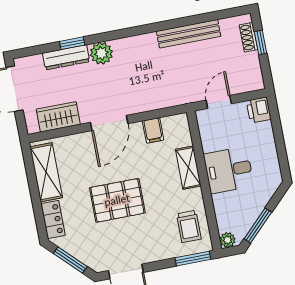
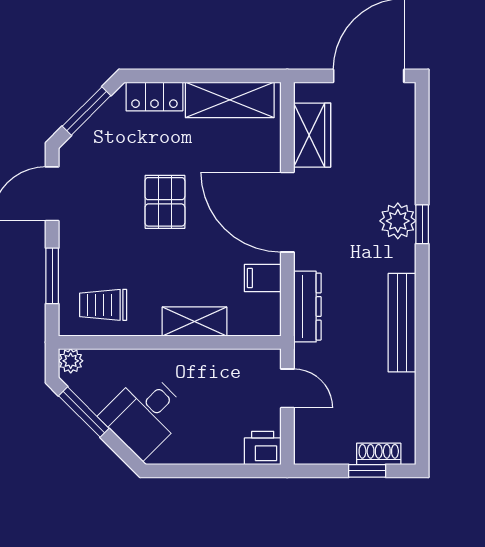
bench: (189, 34) -> (402, 323), moved
window: (72, 43) -> (422, 224), moved
dresser: (66, 57) -> (307, 307), moved, turned 180
door: (109, 123) -> (287, 212), width x1.36
desk: (229, 170) -> (144, 414), moved, turned -135
pallet: (117, 200) -> (165, 202), width x0.67, depth x0.71
window: (193, 259) -> (52, 276), moved

